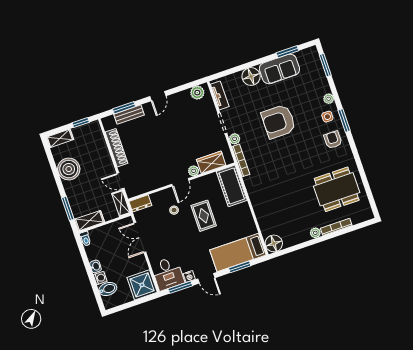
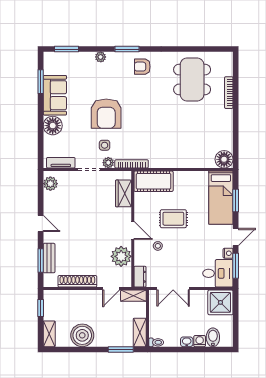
side table: (327, 117) -> (105, 145), moved
plant: (194, 171) -> (121, 256), moved, width x1.87, depth x1.87
plant: (315, 233) -> (228, 115), removed

